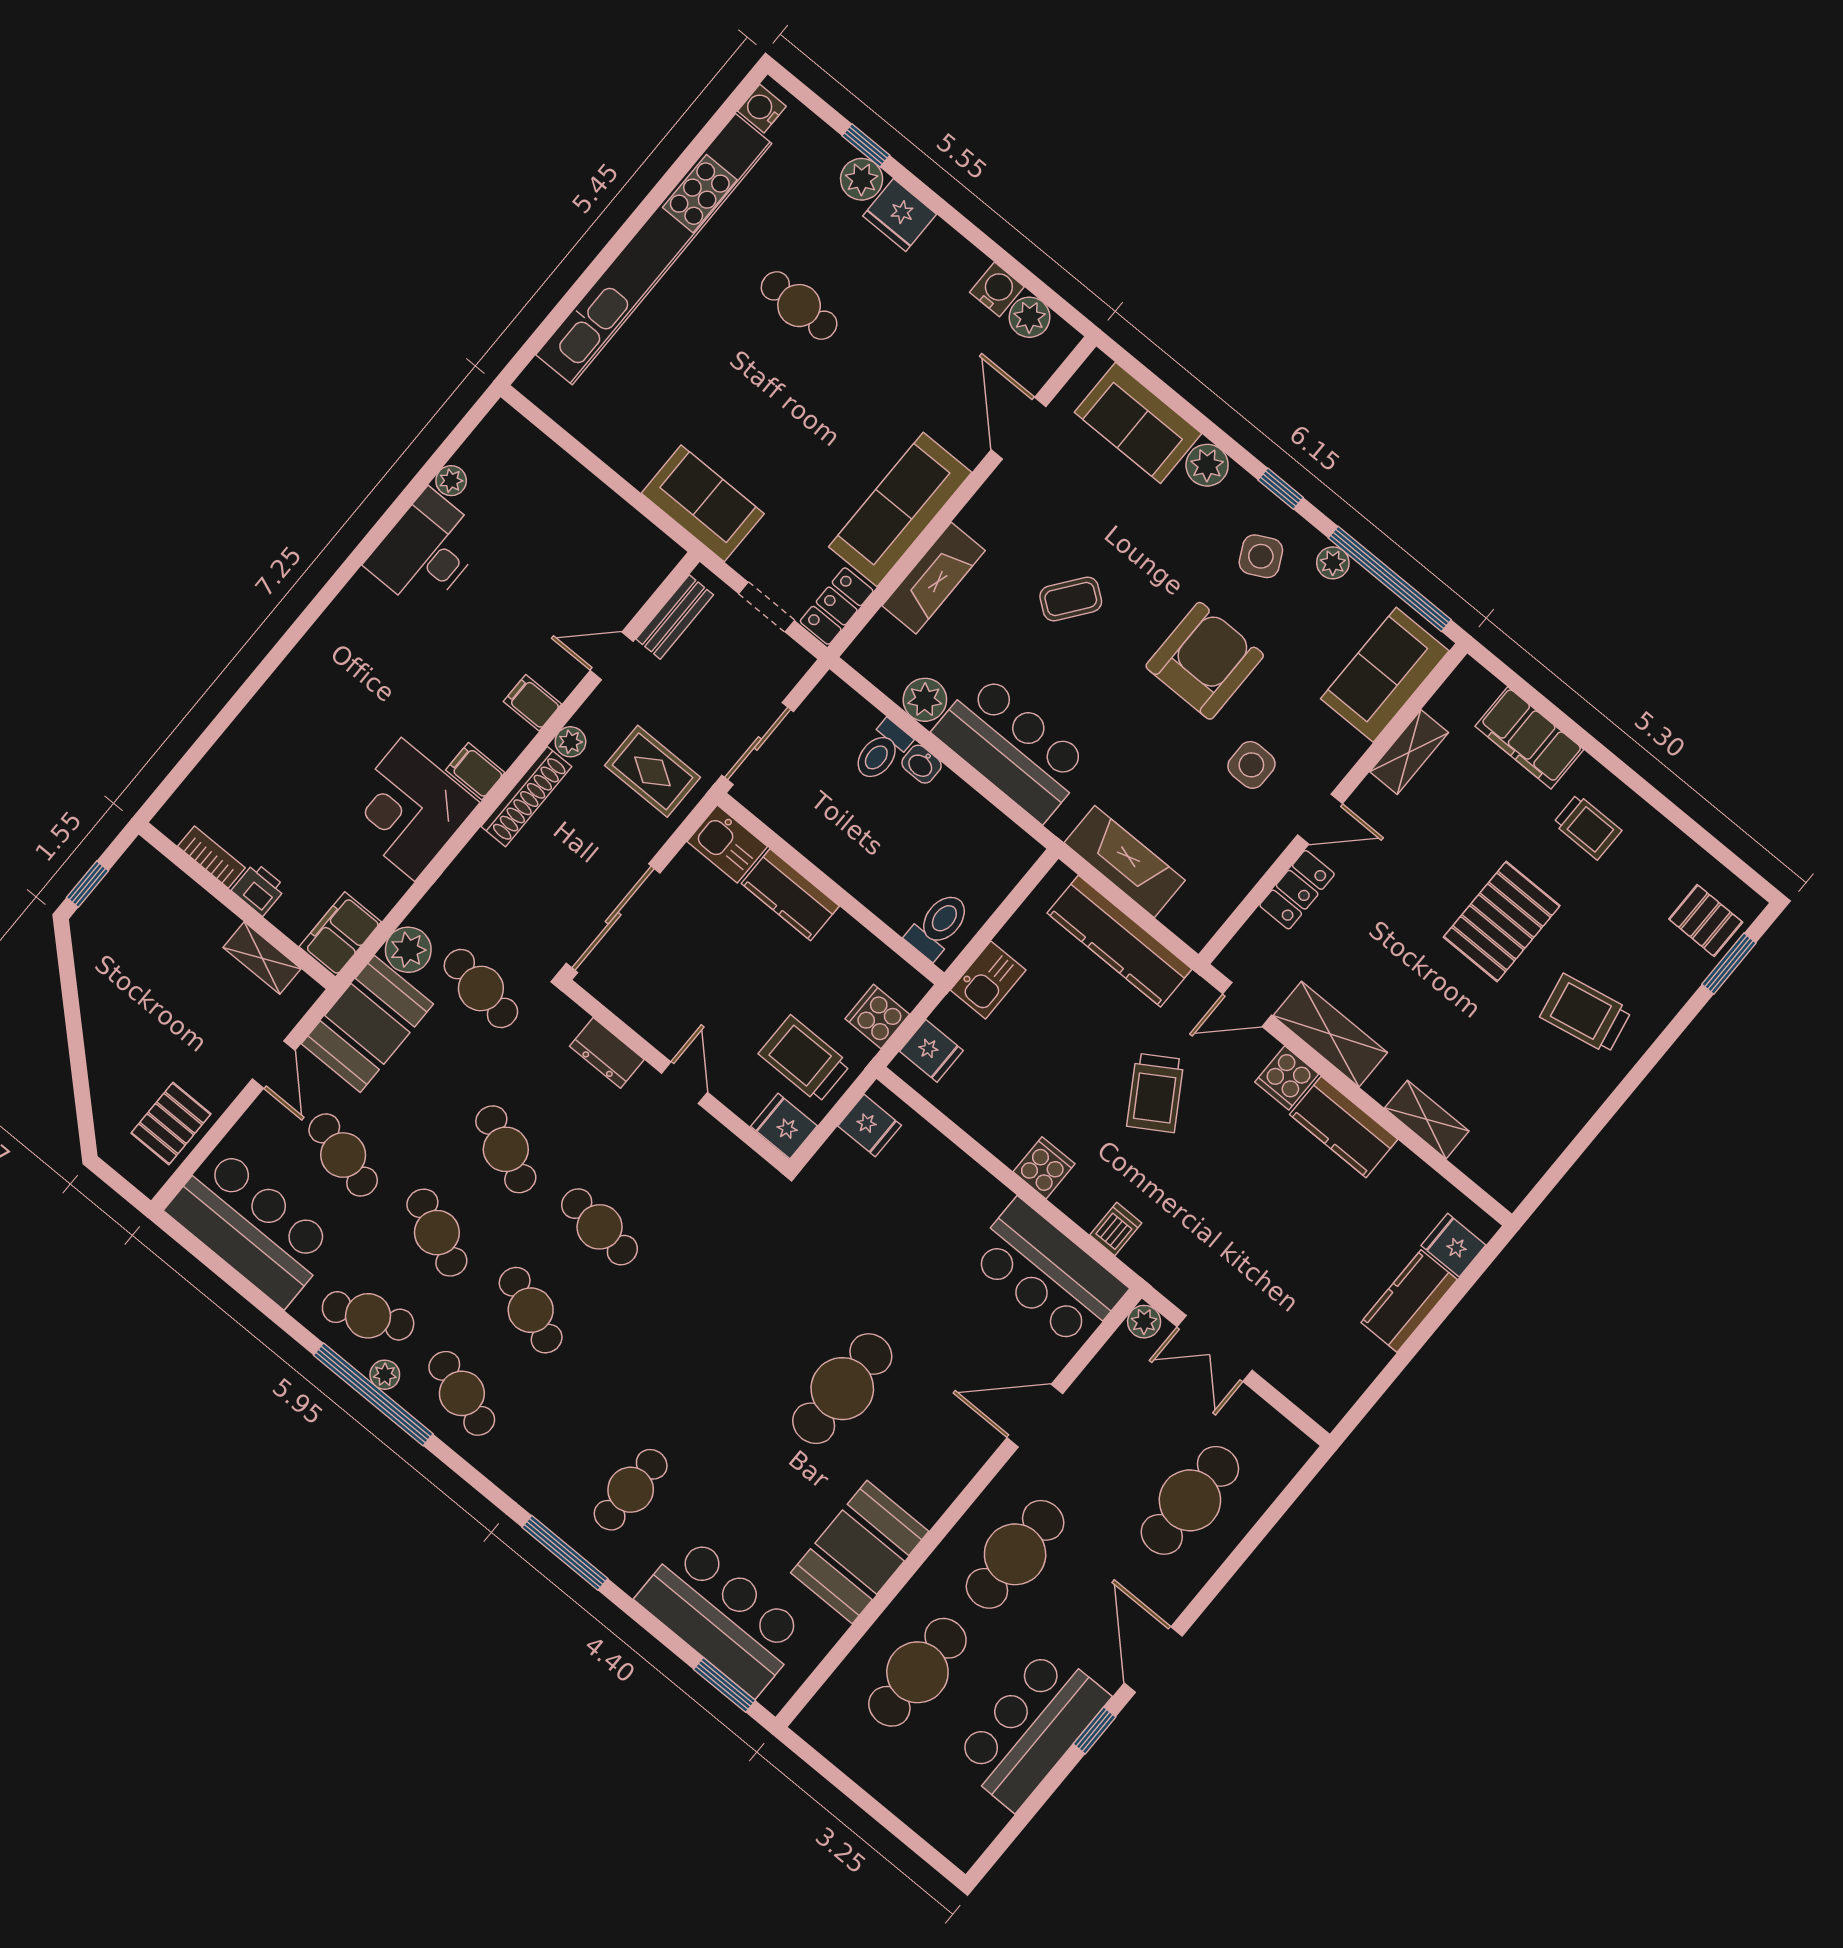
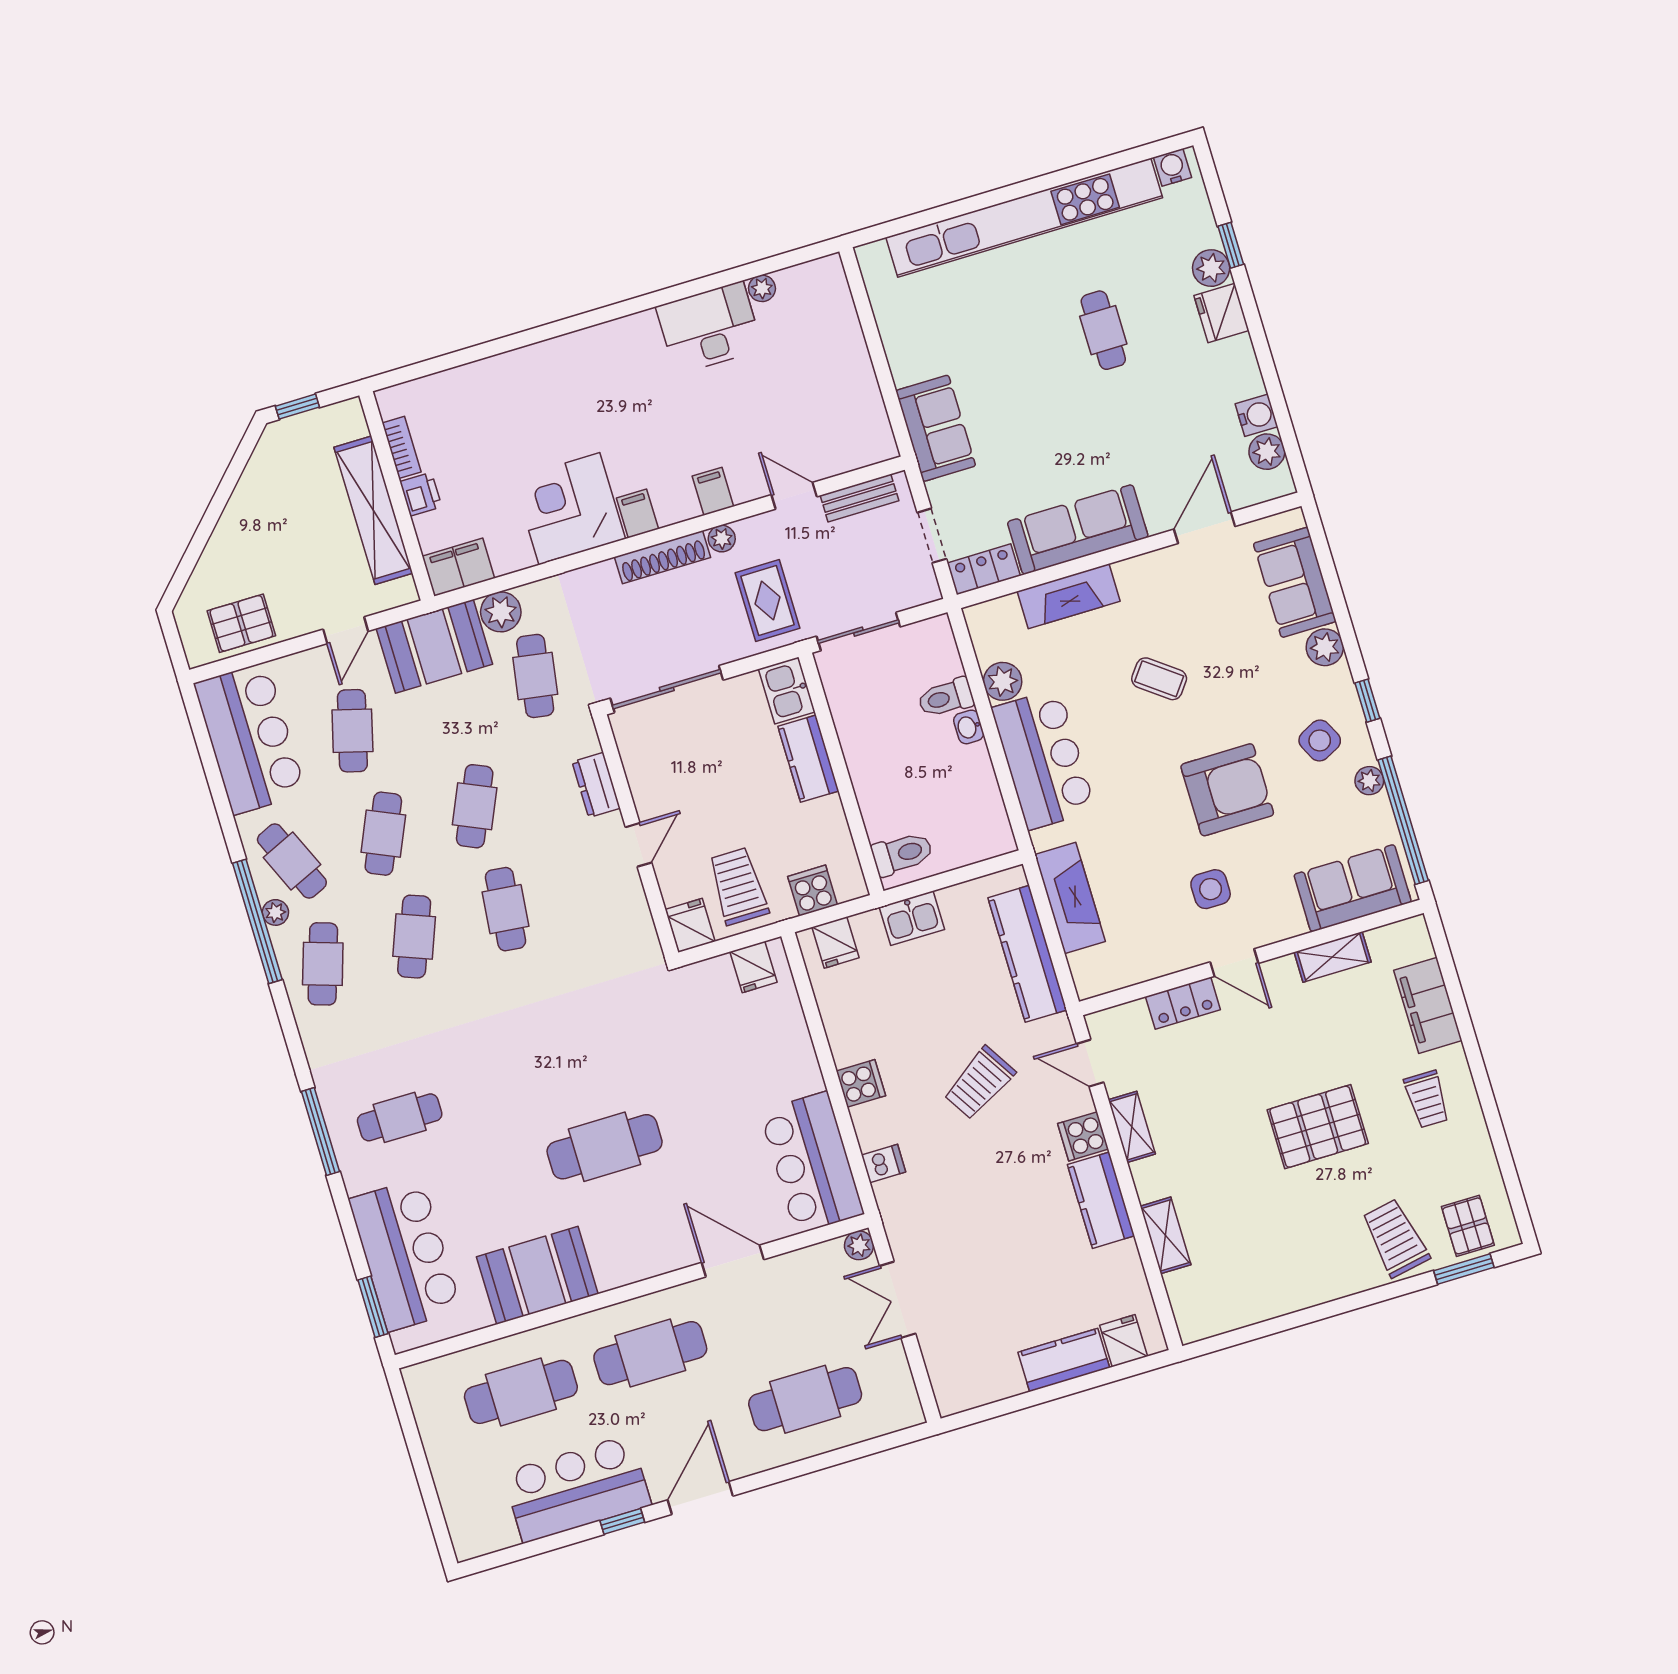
shelving: (262, 958) -> (373, 510), width x2.20, depth x1.33
trolley: (1586, 1014) -> (1395, 1238), moved
shelving: (1330, 1034) -> (1132, 1127), width x0.67, depth x0.75

